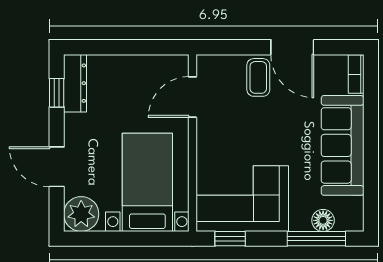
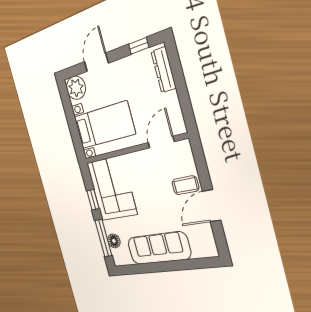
bookcase: (356, 74) -> (205, 253), removed
dresser: (75, 83) -> (164, 70), moved, turned 90
door: (192, 97) -> (161, 142), hinge flipped
window: (230, 239) -> (93, 200), moved

